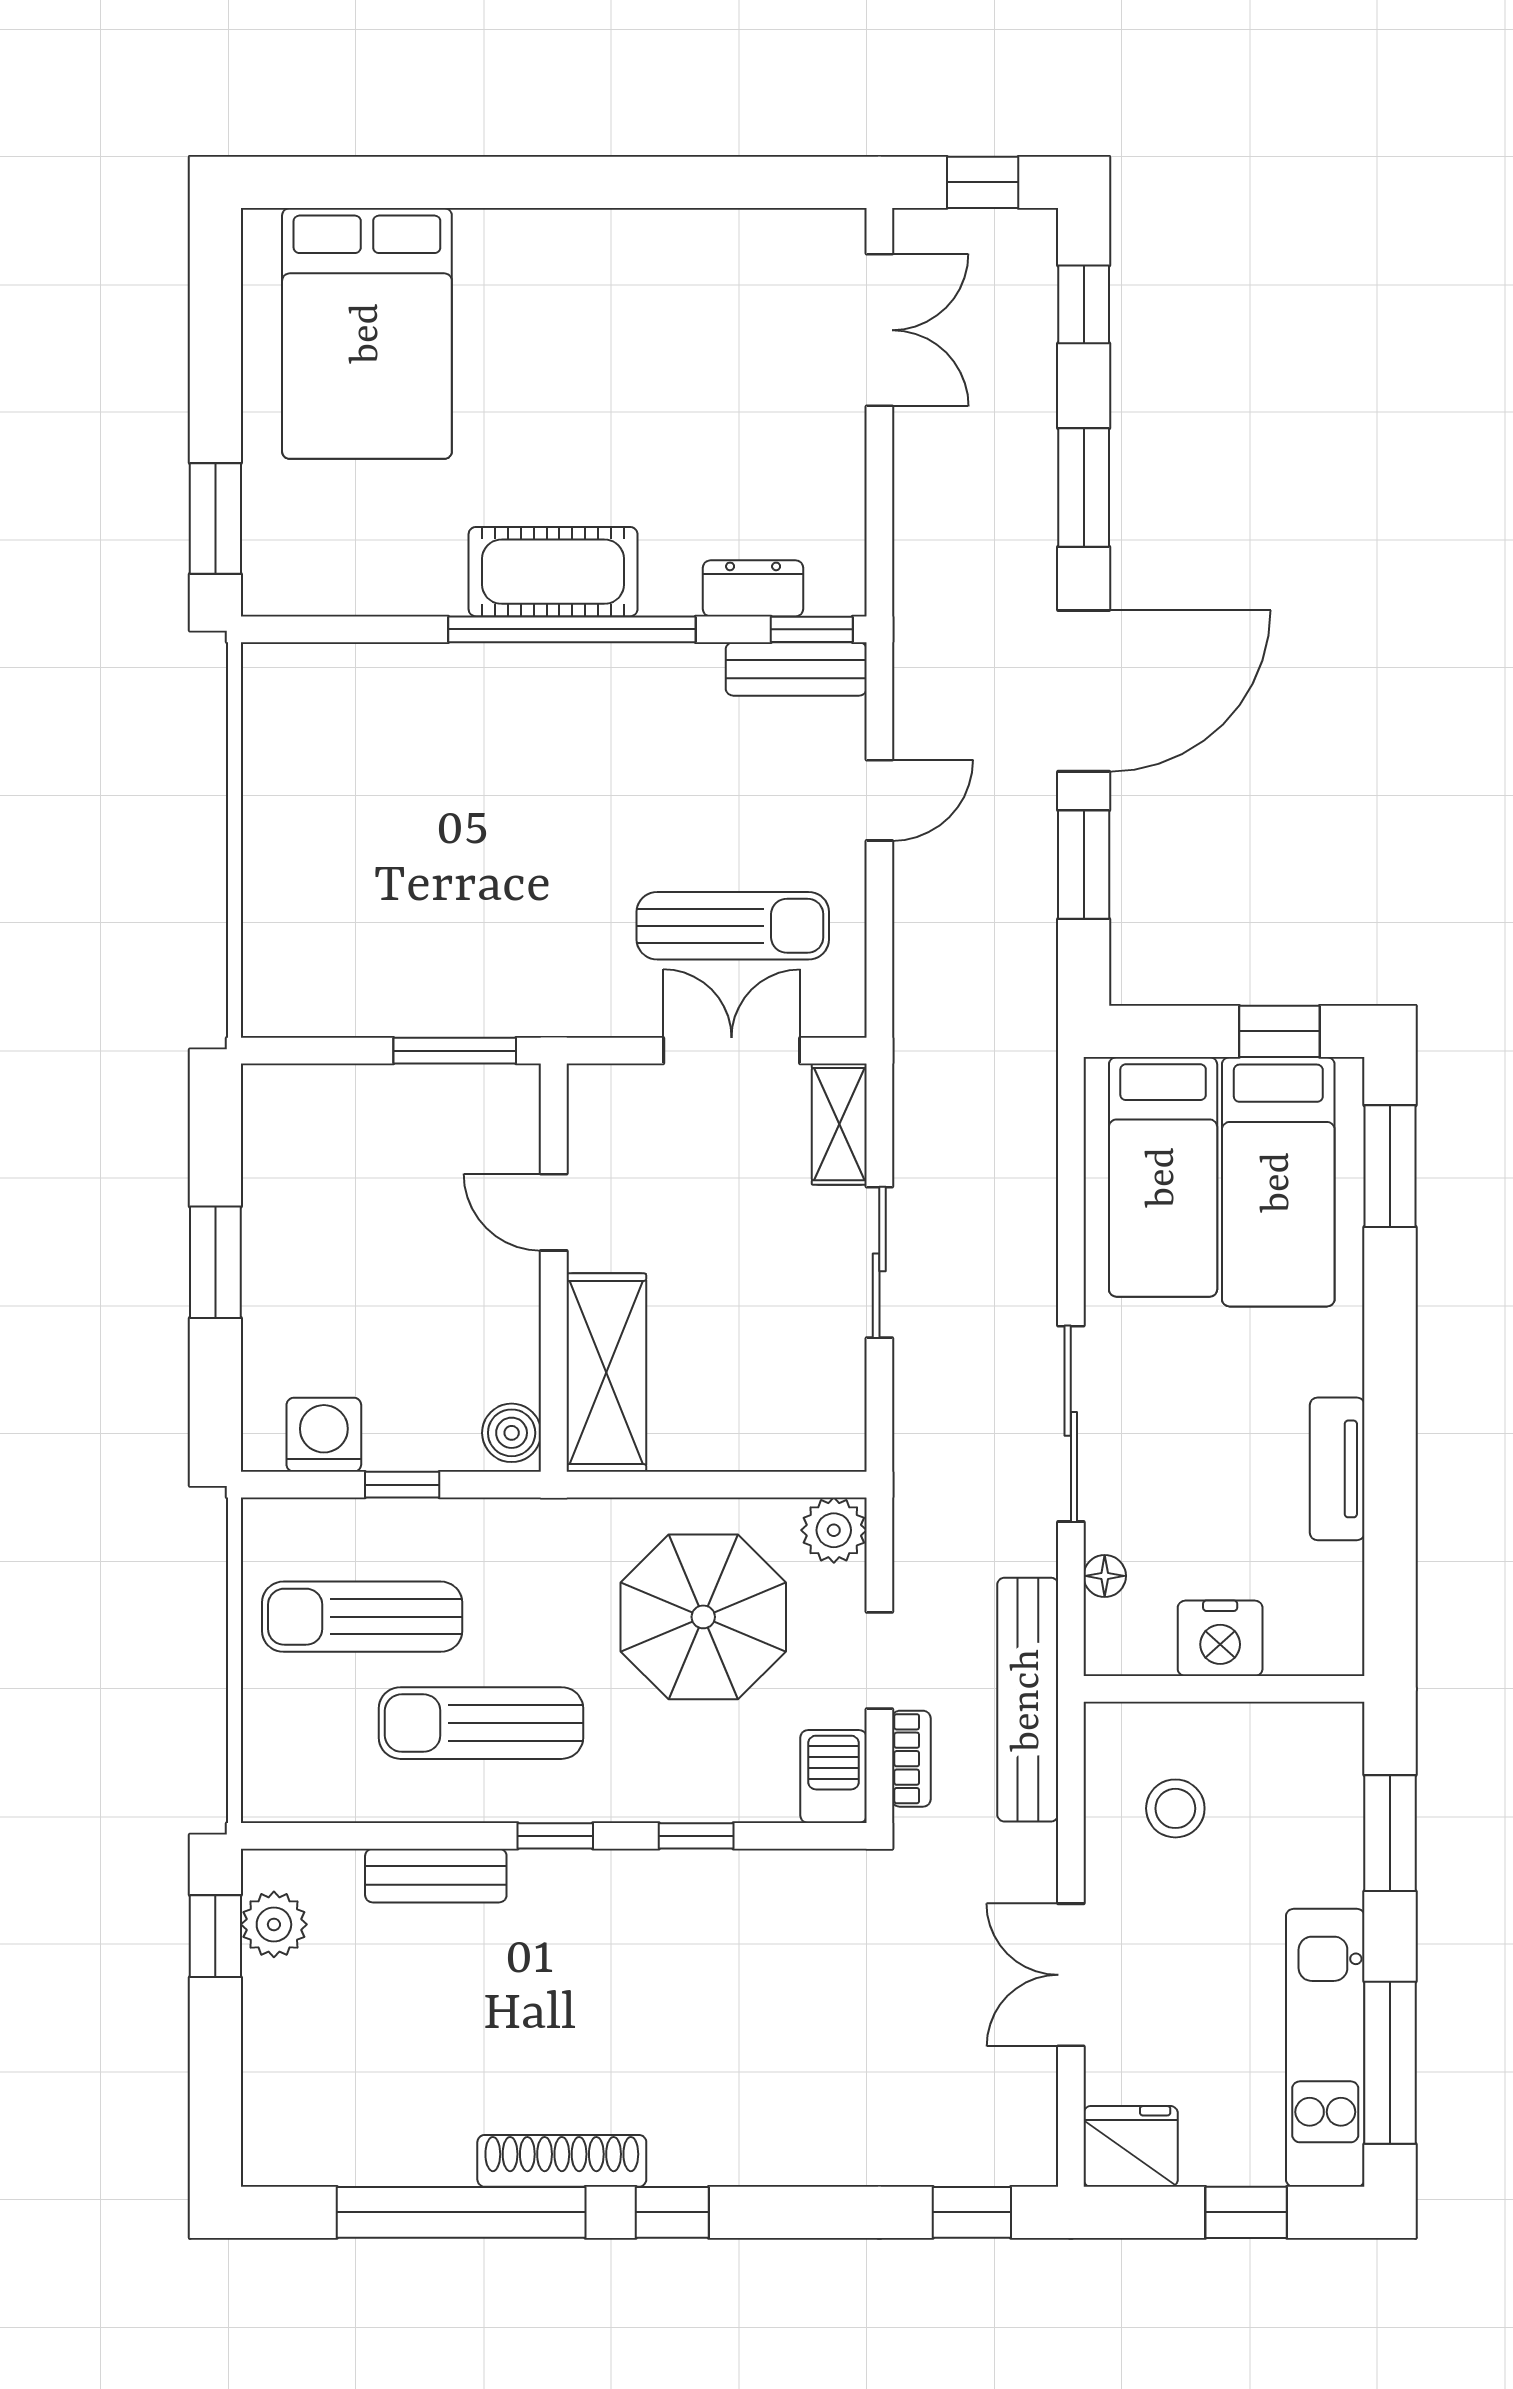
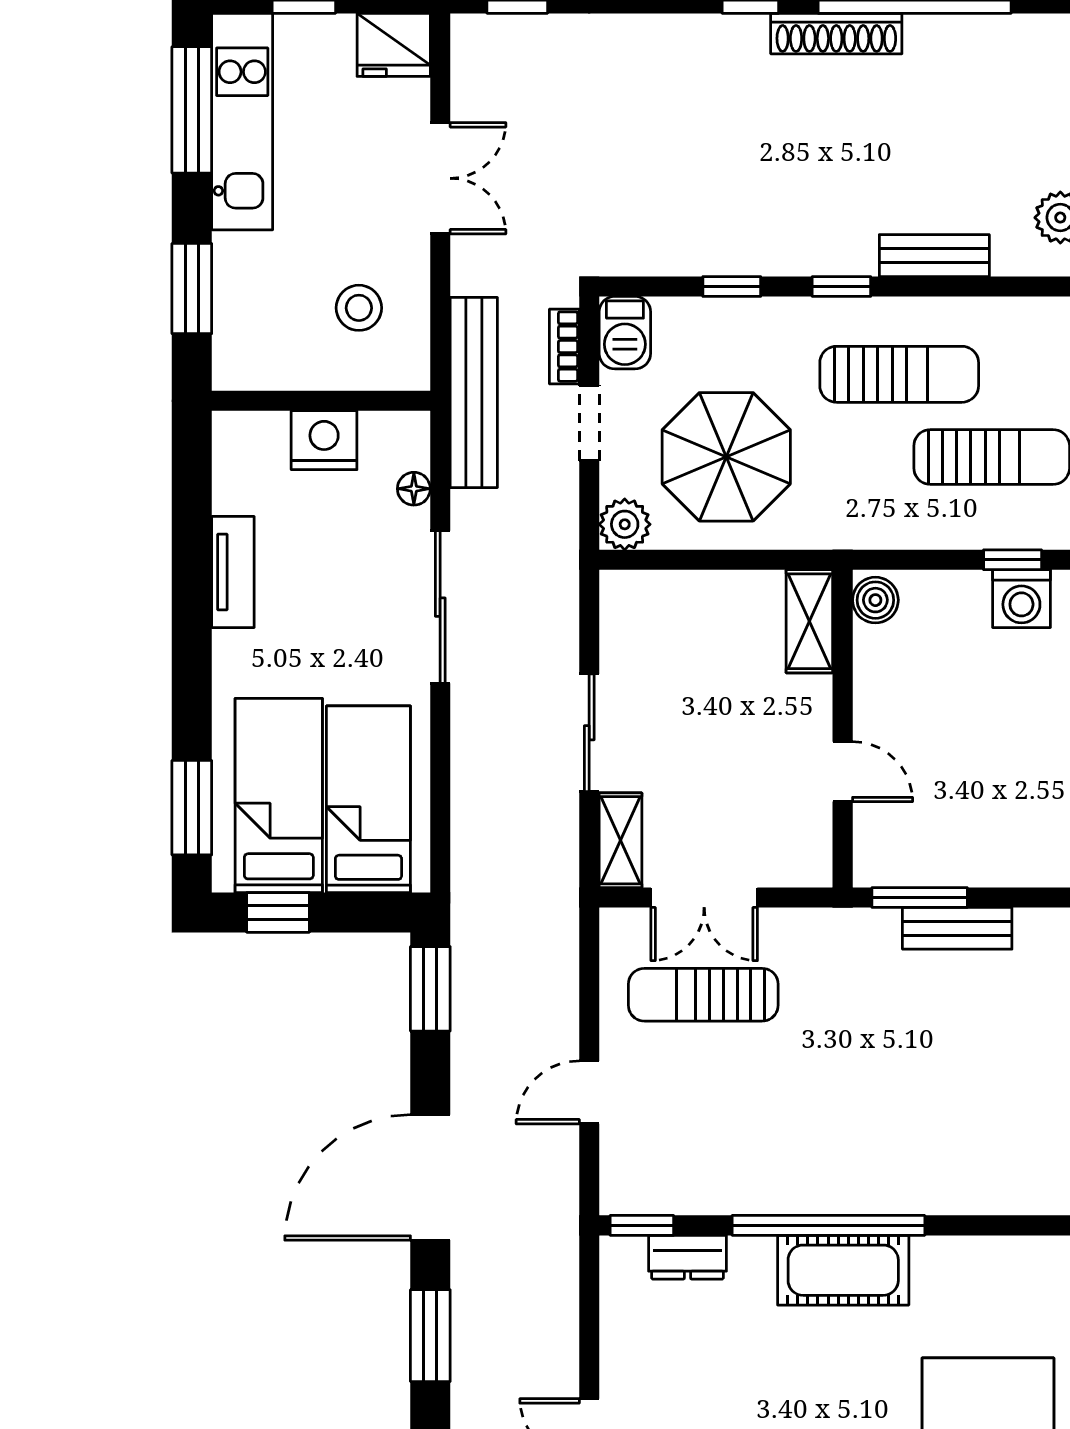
bench: (796, 669) -> (957, 928), moved
window: (1084, 865) -> (430, 989), moved
shelving: (606, 1373) -> (809, 621), width x0.67, depth x0.75
window: (402, 1485) -> (1013, 560), moved

